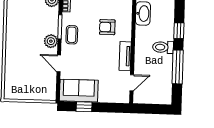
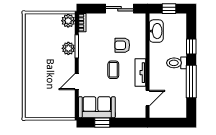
coffee table: (72, 35) -> (113, 70), moved
plant: (51, 41) -> (68, 48), moved
door: (59, 63) -> (77, 82), hinge flipped

